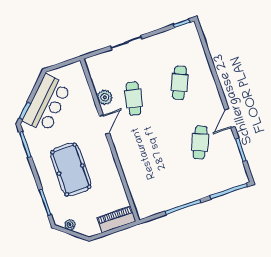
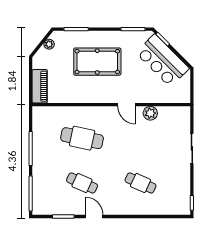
cafe table: (134, 98) -> (82, 138), moved, width x1.37, depth x1.35

